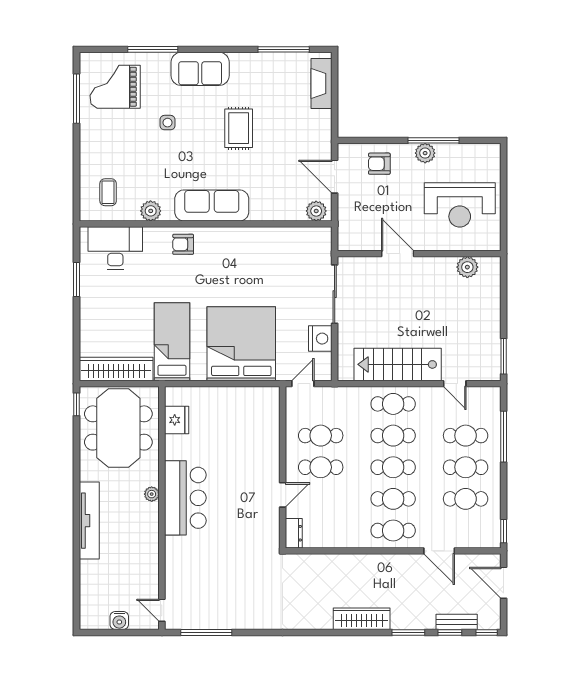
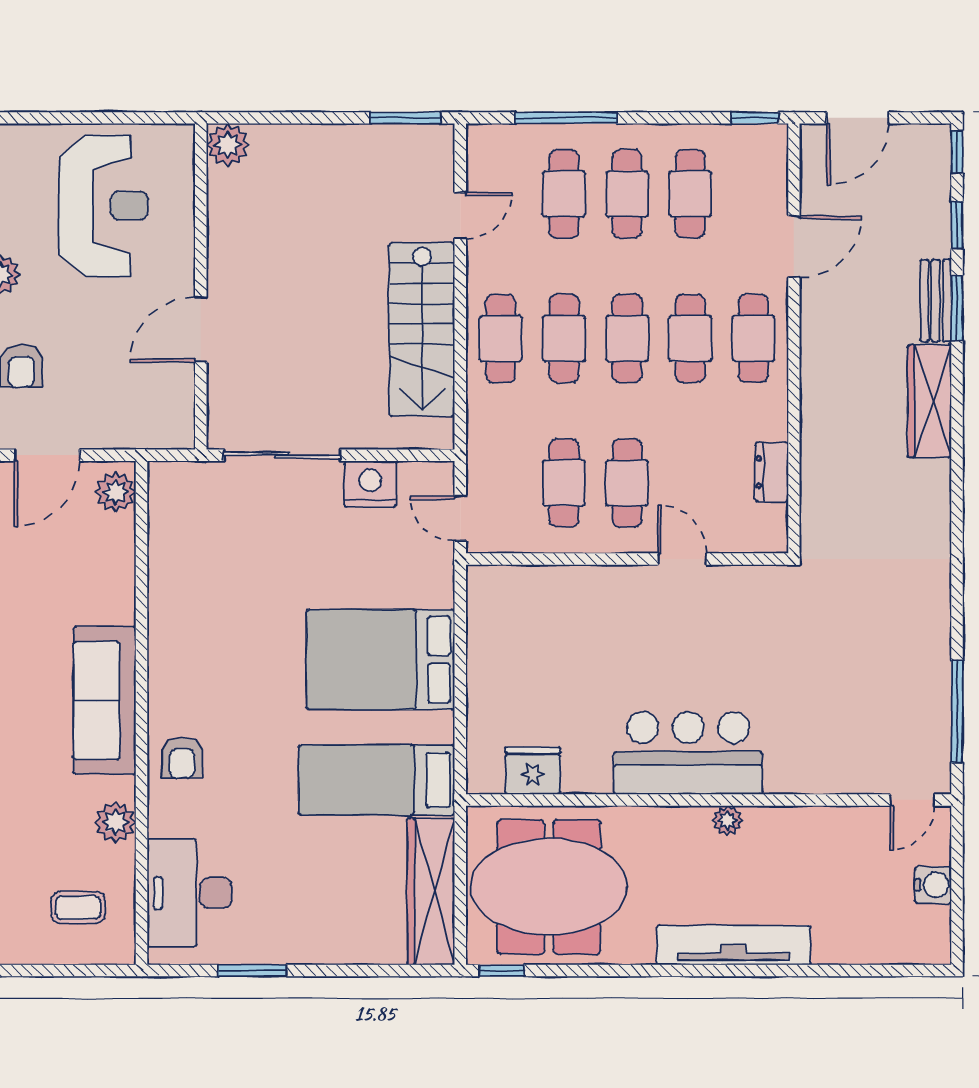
plant: (467, 267) -> (228, 145), moved
bed: (241, 344) -> (381, 660), width x0.73
plant: (152, 494) -> (728, 820), moved
dresser: (294, 533) -> (772, 472), moved, turned -90
bench: (457, 622) -> (936, 301), moved

